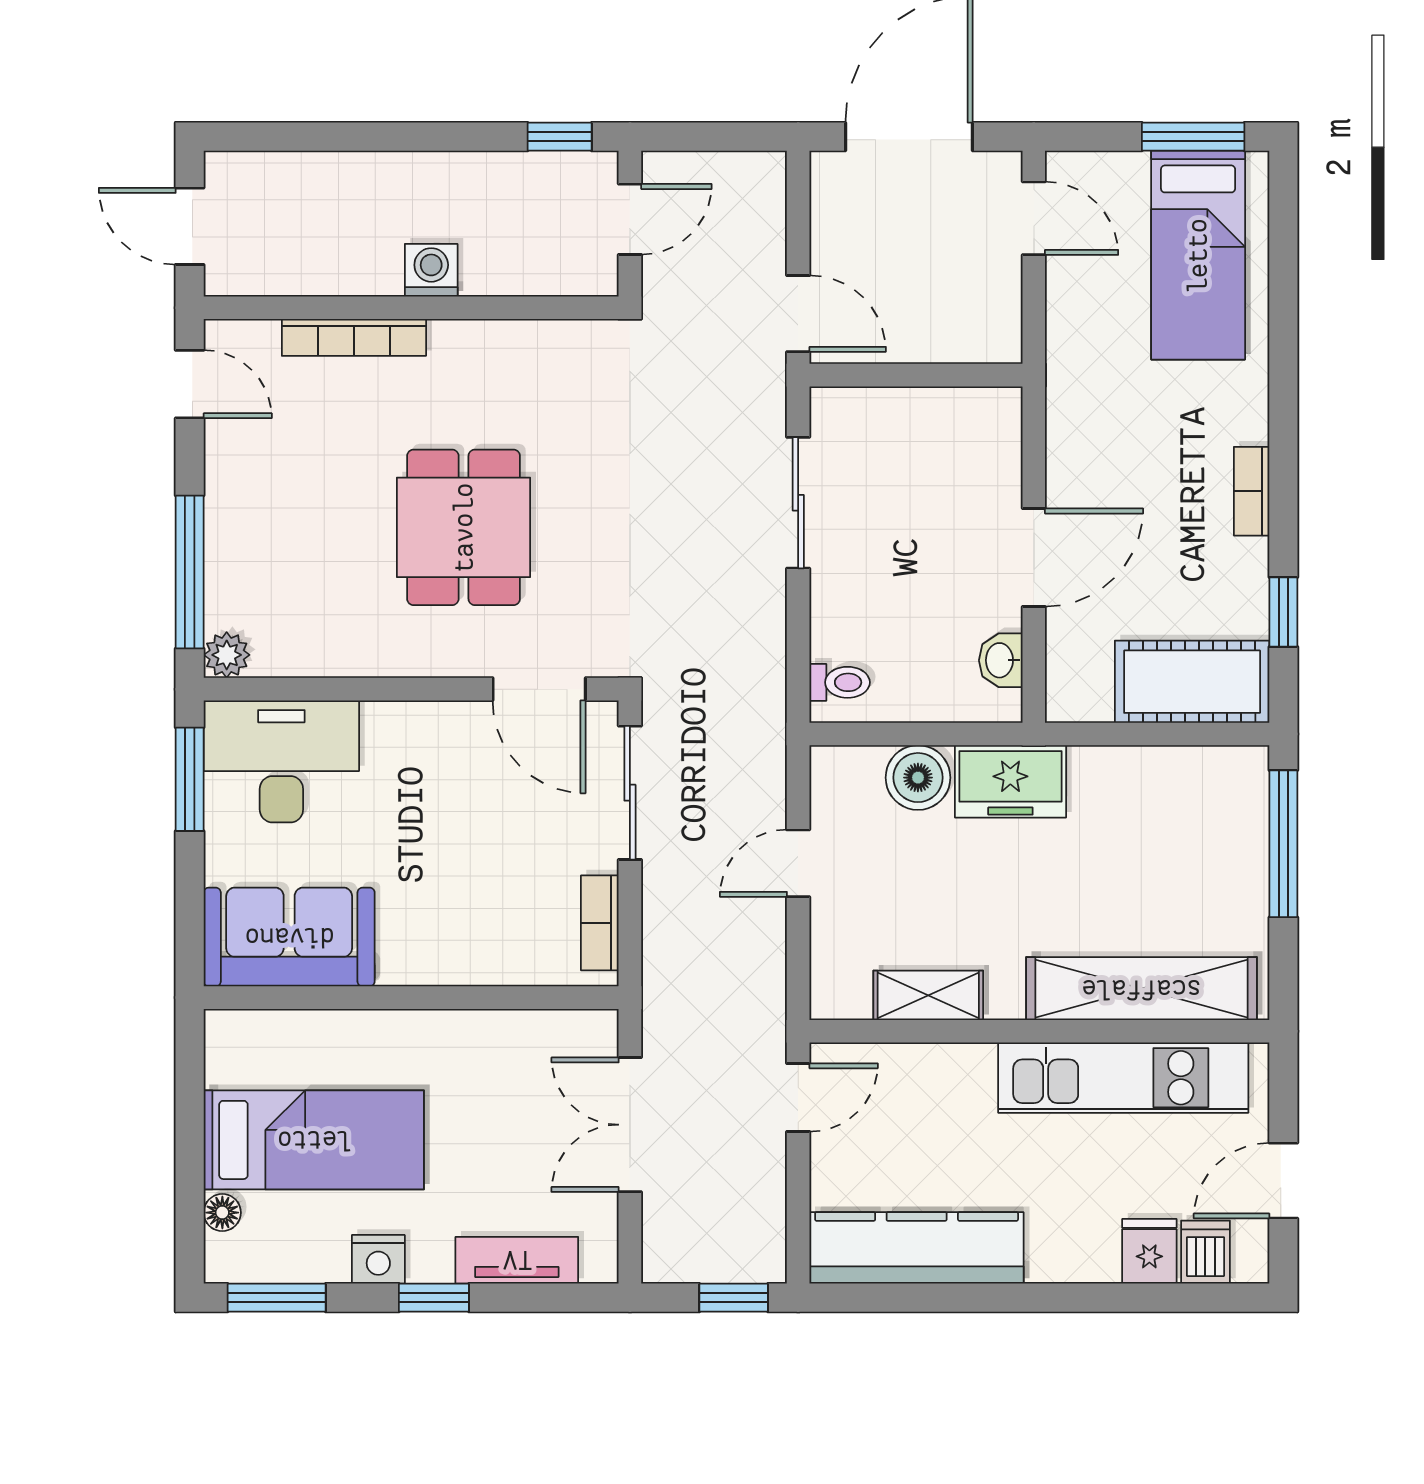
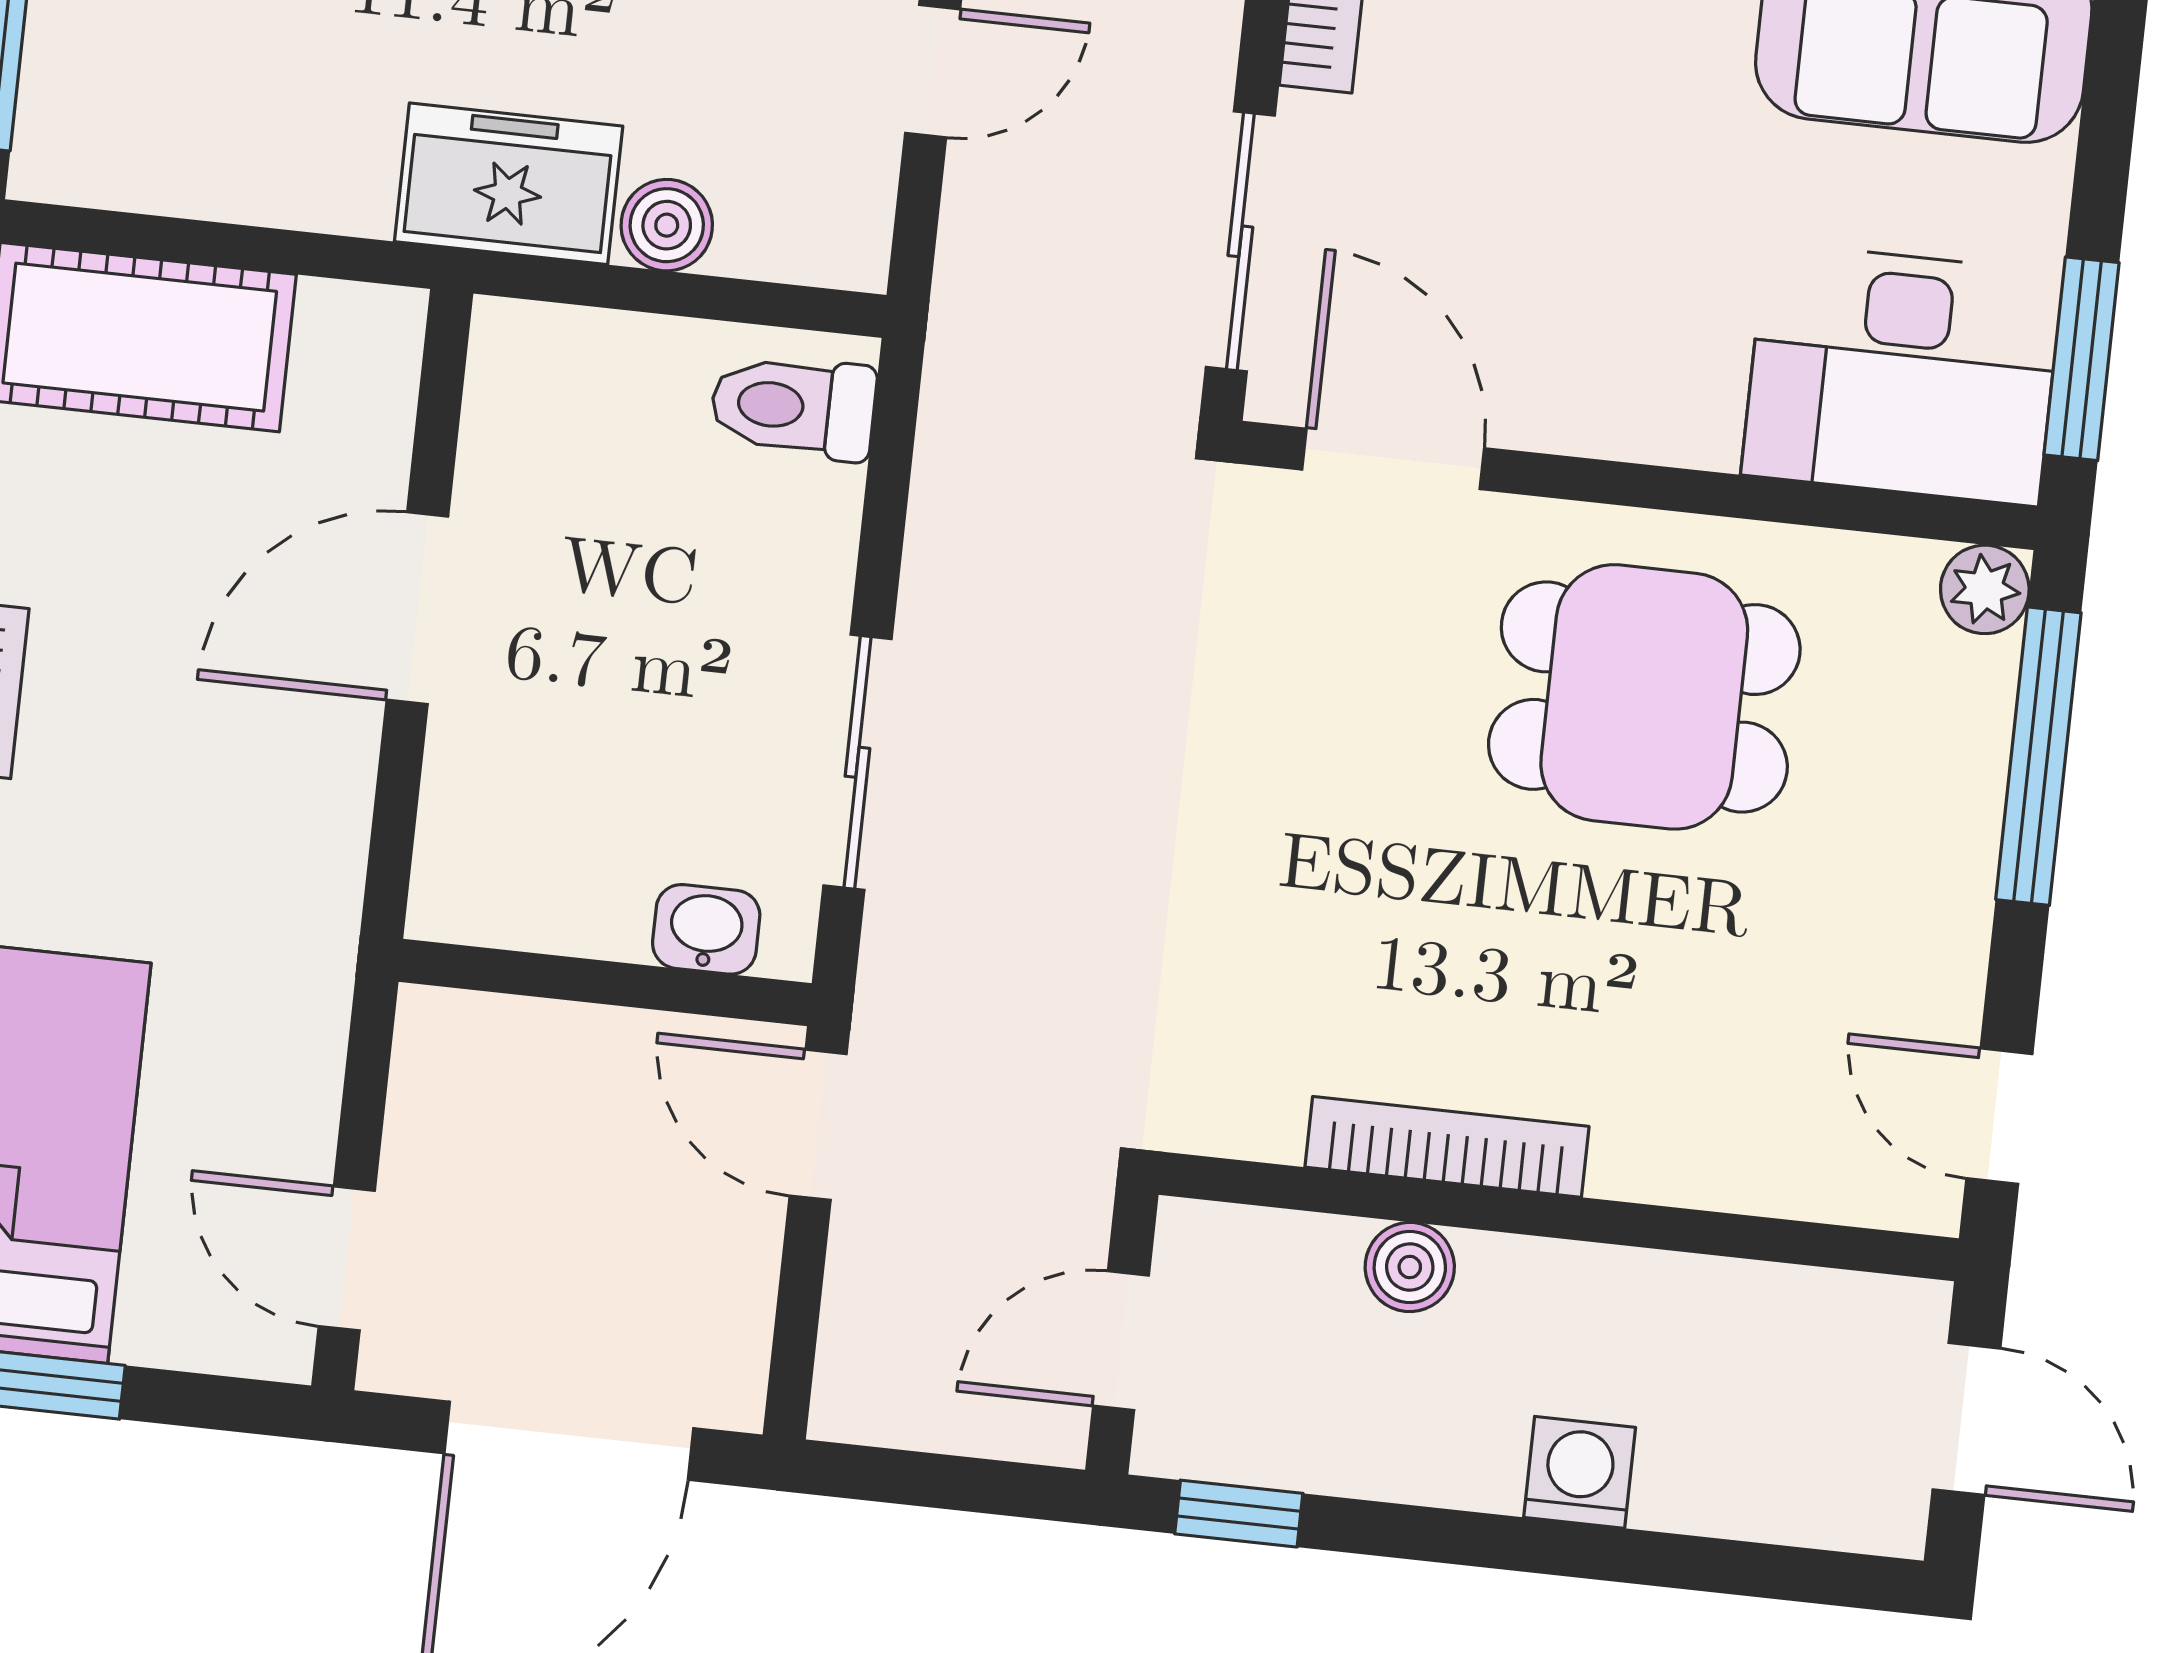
washing machine: (431, 270) -> (1580, 1472), moved, turned 180
boiler: (485, 273) -> (1410, 1267), added
bookcase: (354, 337) -> (1447, 1147), moved
dining table: (464, 527) -> (1644, 697), moved, turned 90
washbasin: (1001, 660) -> (706, 929), moved, turned -90
toilet: (840, 682) -> (793, 407), width x1.37, depth x1.39
boiler: (918, 778) -> (667, 225), width x0.73, depth x0.73

